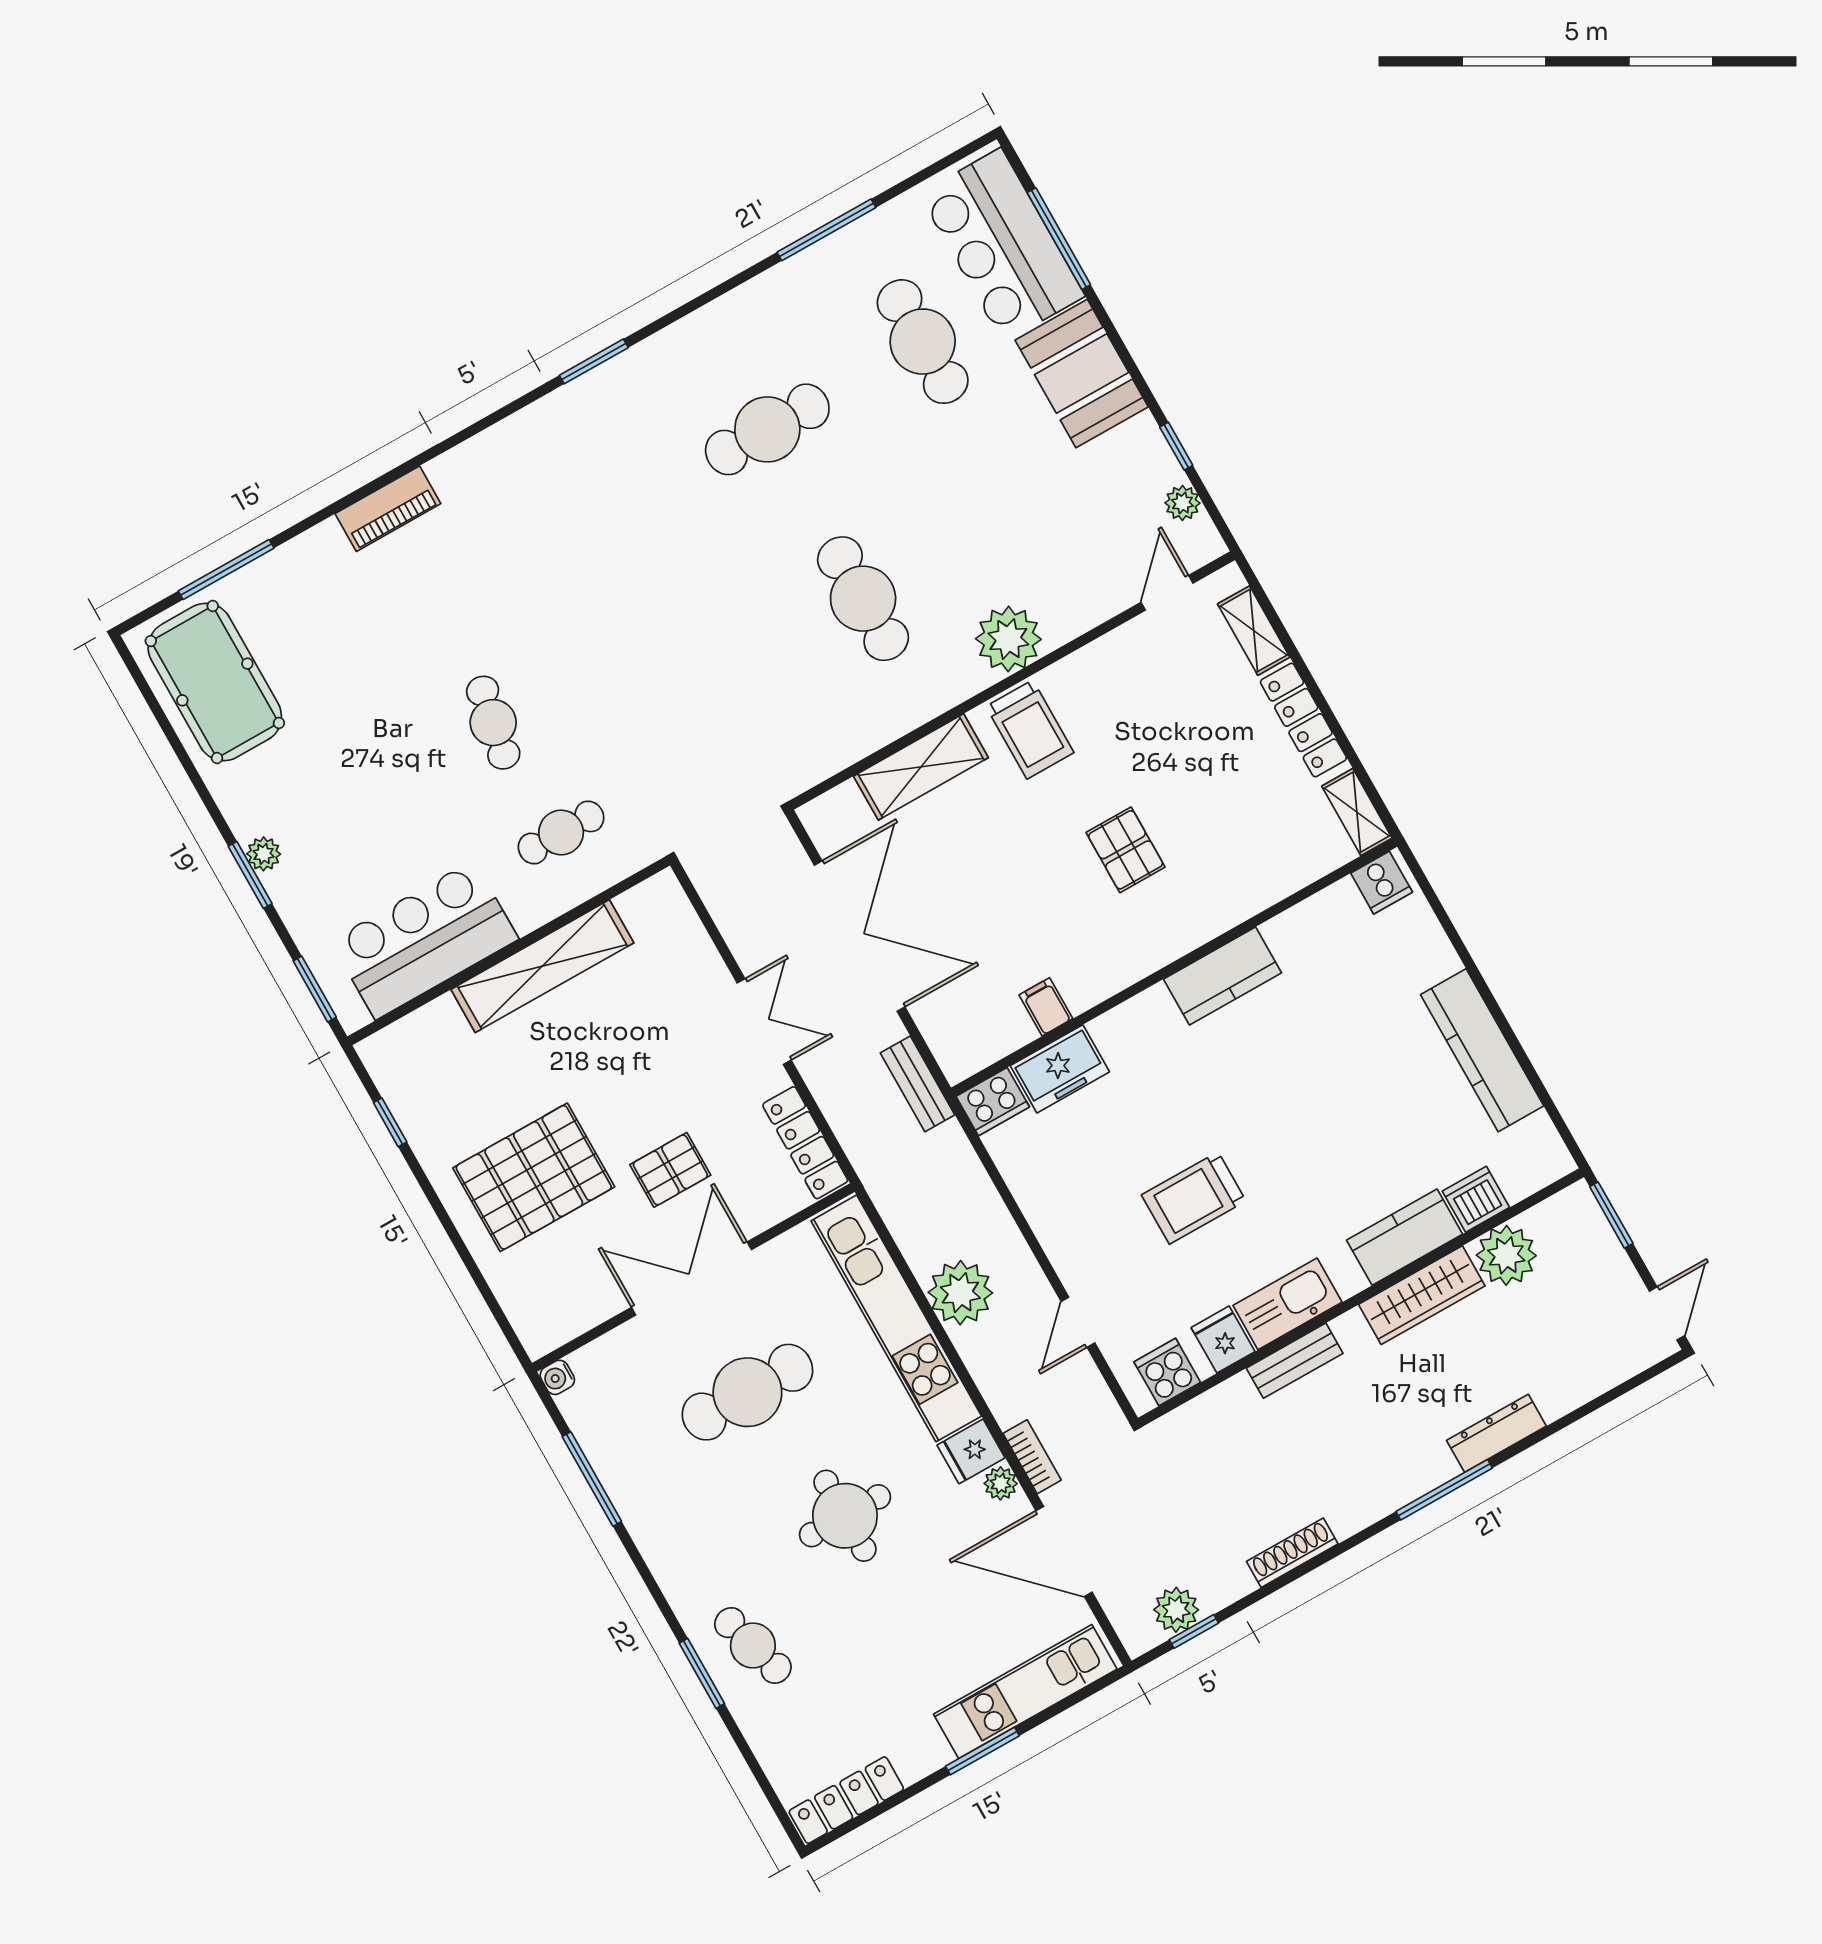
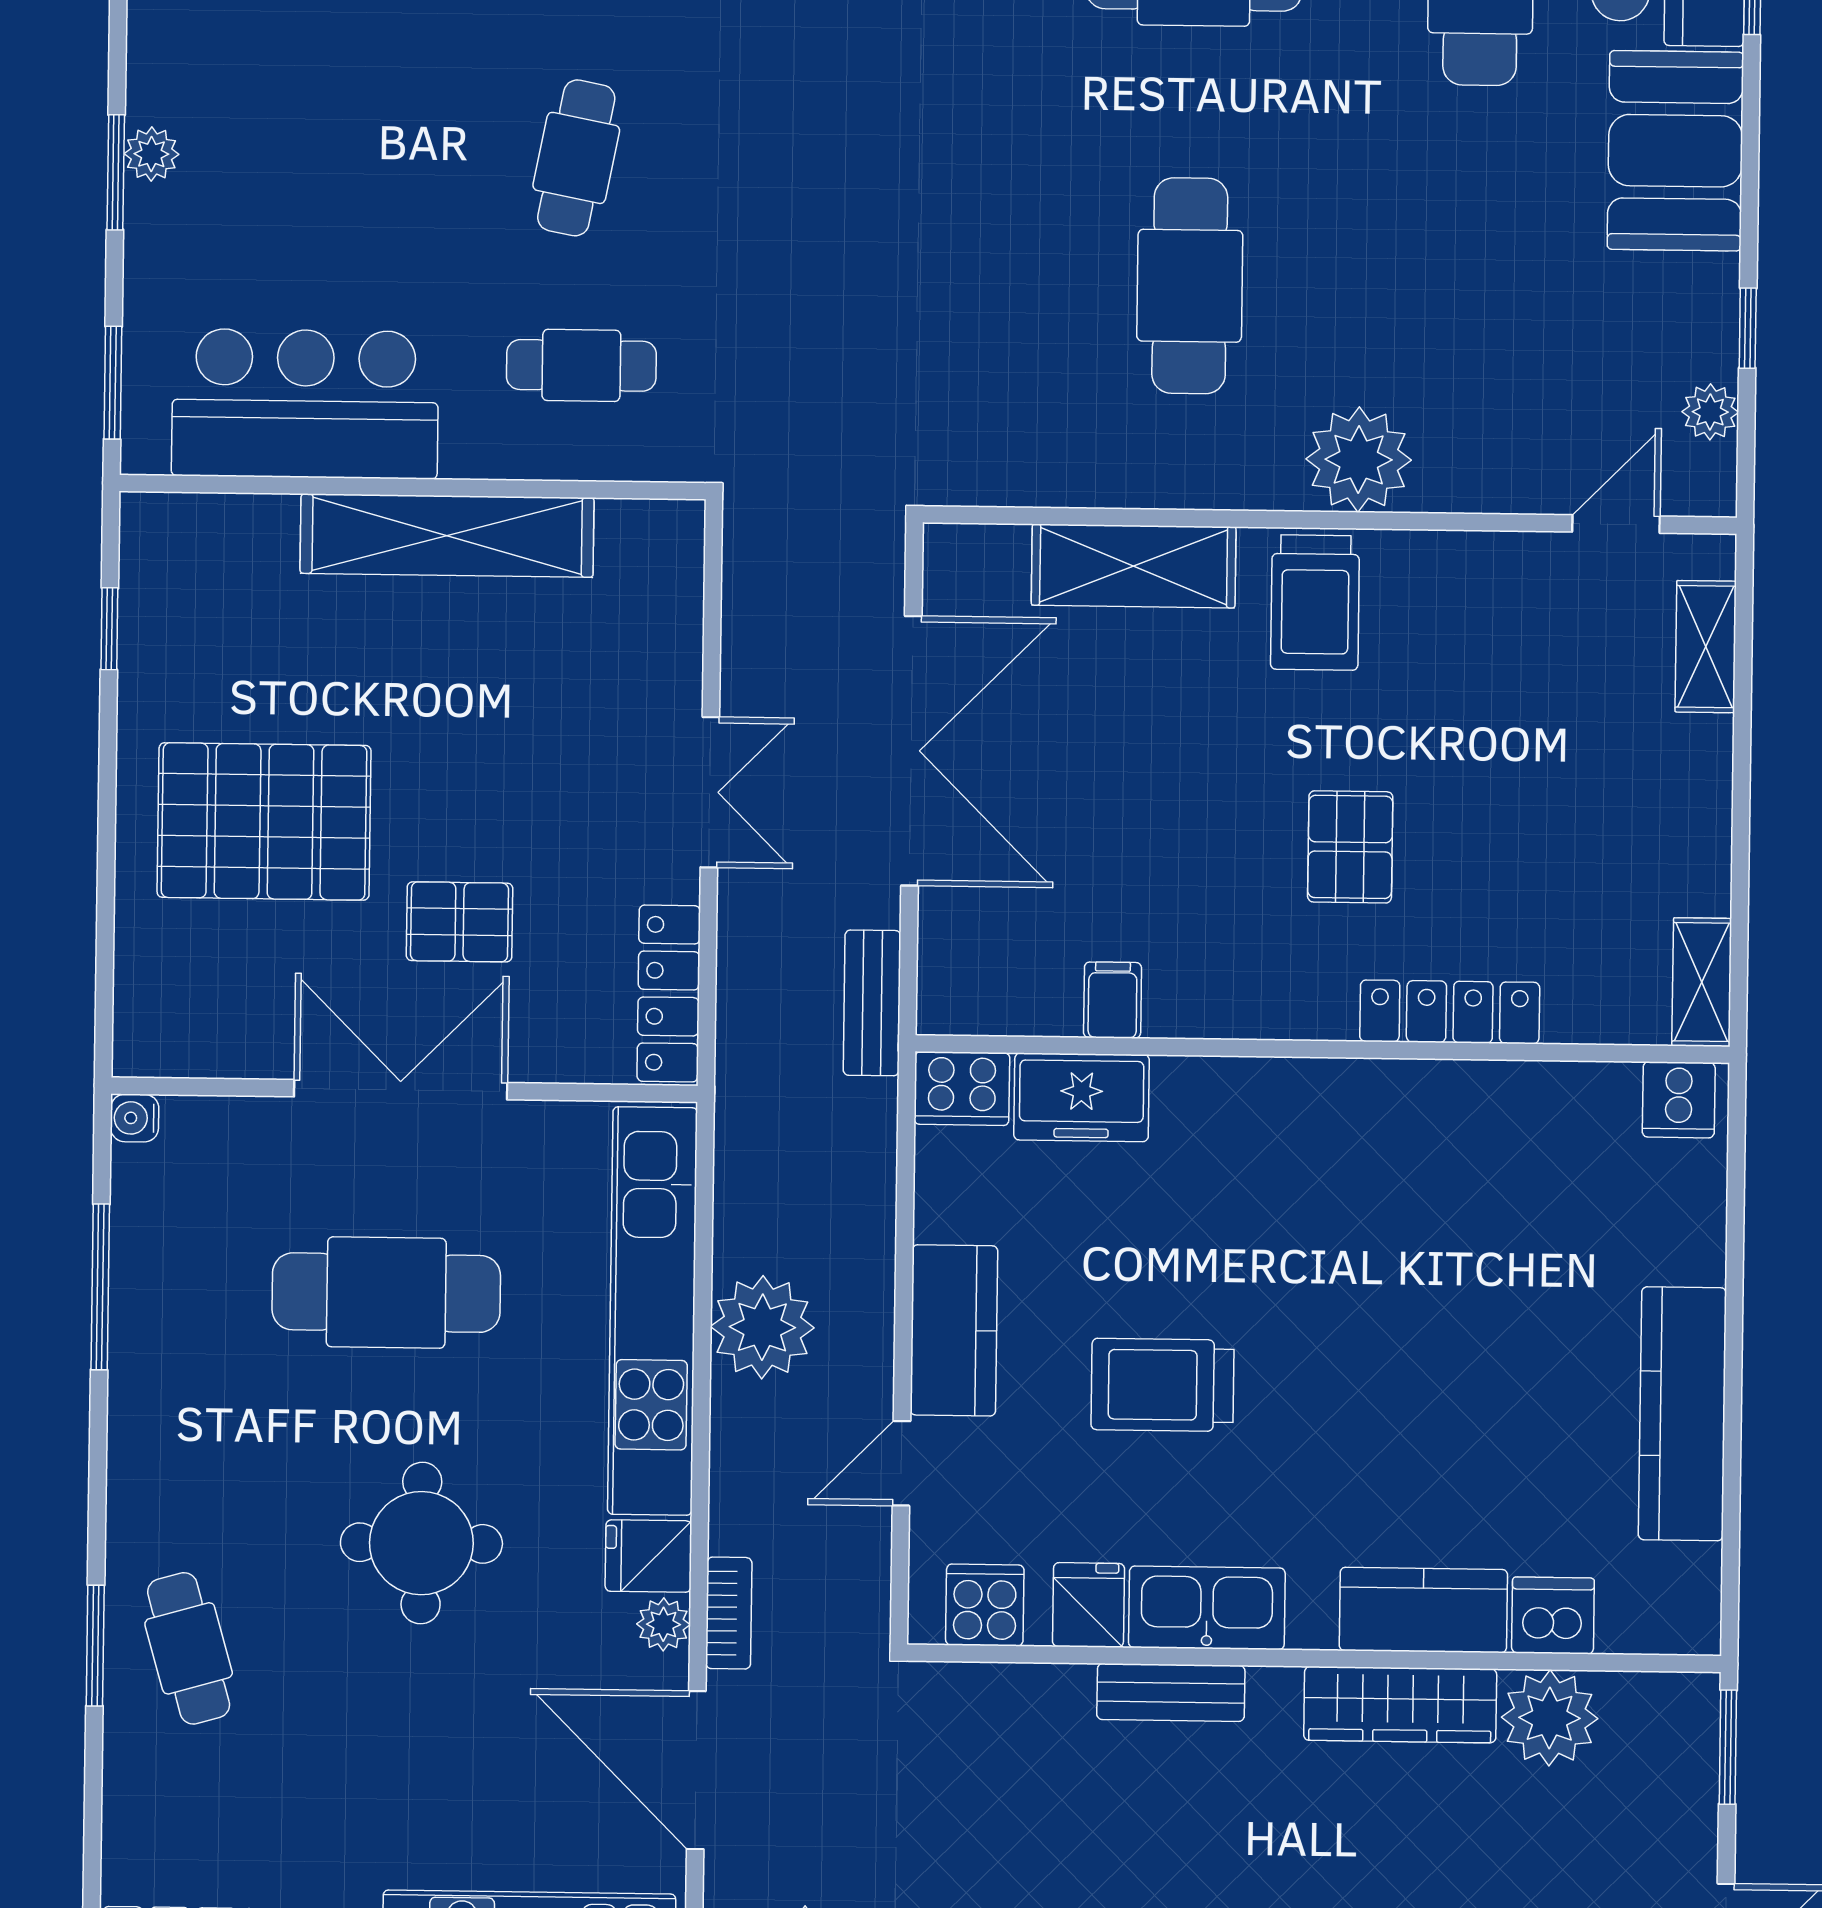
locker: (1303, 720) -> (1450, 1012), moved, turned 90
kitchen counter: (1223, 976) -> (954, 1330), moved, turned -90

